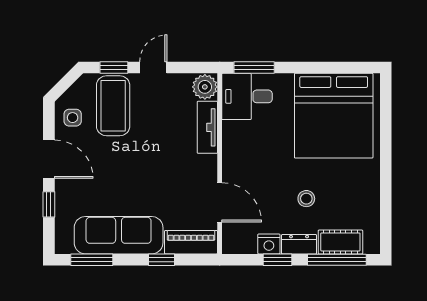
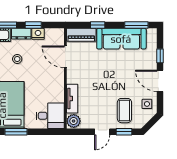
window: (254, 67) -> (16, 132), moved
coffee table: (113, 106) -> (124, 111), width x0.73, depth x0.76

